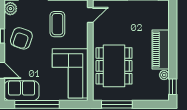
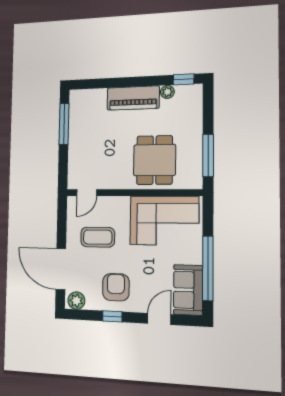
door: (90, 15) -> (87, 193), swing flipped
armchair: (21, 38) -> (116, 287), turned -109
dining table: (114, 66) -> (154, 160), width x0.73

